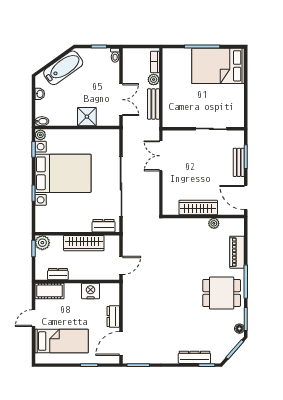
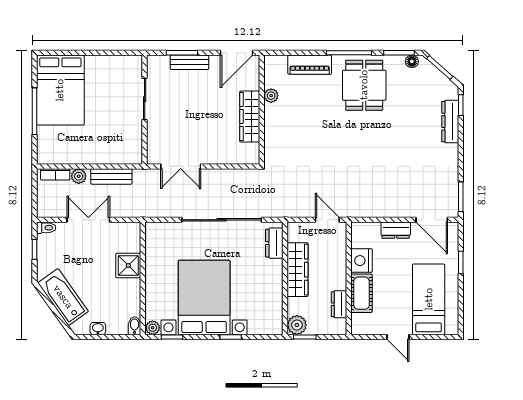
double door: (121, 100) -> (88, 220), moved
cot: (49, 291) -> (361, 293), moved

